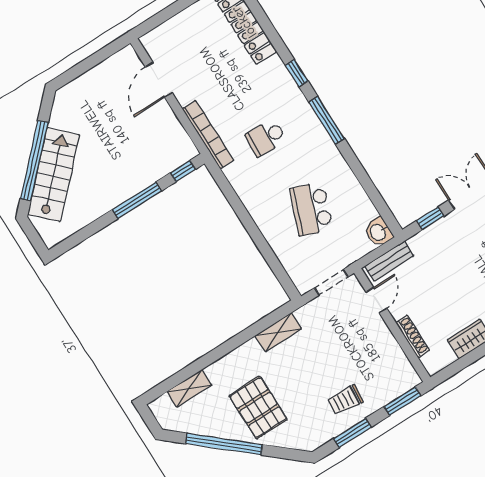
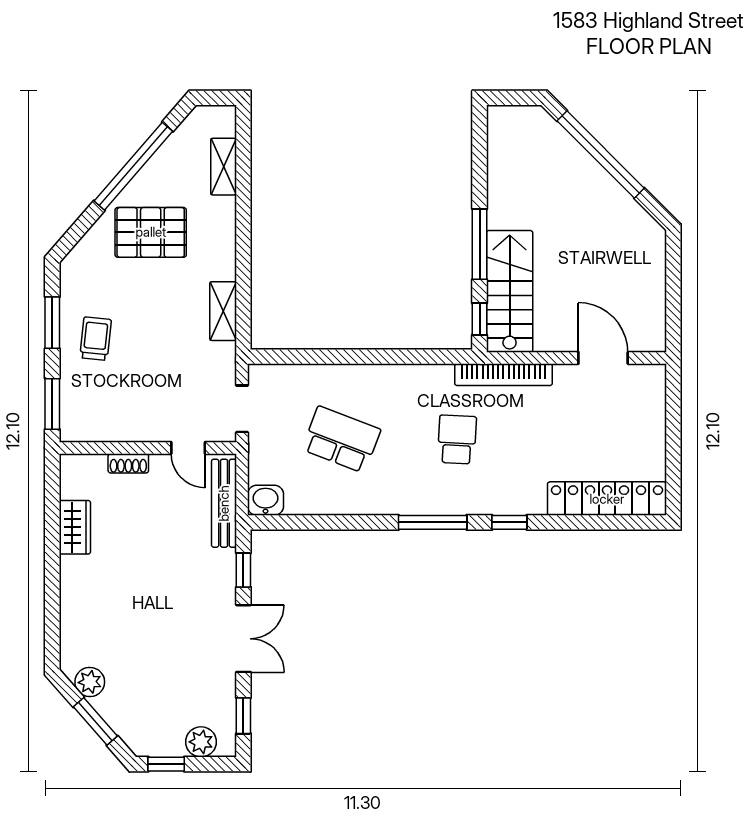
stairs: (54, 175) -> (510, 291), moved, turned -135
bench: (389, 261) -> (224, 503), width x1.36
shoe rack: (413, 336) -> (128, 463), width x0.70

